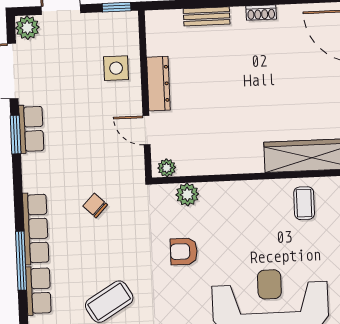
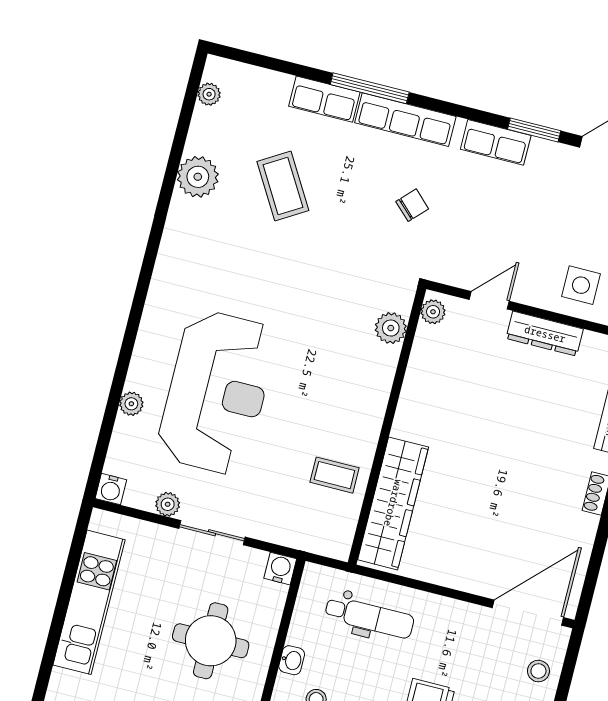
row of seats: (31, 129) -> (496, 142), moved
armchair: (184, 251) -> (319, 301), removed

